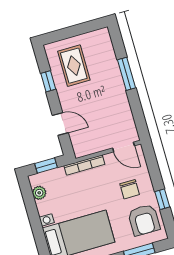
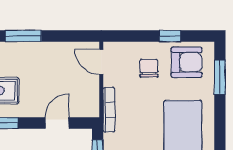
door: (123, 147) -> (101, 62), swing flipped
chair: (130, 189) -> (149, 68), turned -90

